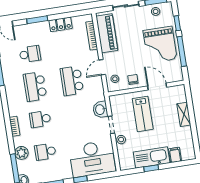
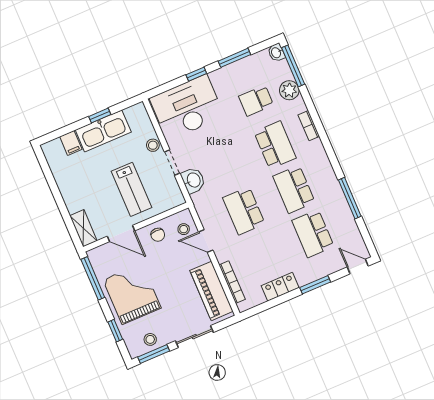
window: (182, 51) -> (93, 278), moved
school desk: (30, 54) -> (313, 234), width x1.85
door: (102, 67) -> (206, 241), swing flipped
school desk: (72, 81) -> (244, 211), turned 180
school desk: (35, 87) -> (294, 189), turned 180
lab bench: (143, 114) -> (131, 189), turned 180
shelving: (184, 114) -> (83, 228), moved
school desk: (40, 119) -> (275, 145), width x1.85
school desk: (45, 152) -> (256, 101), turned 180

